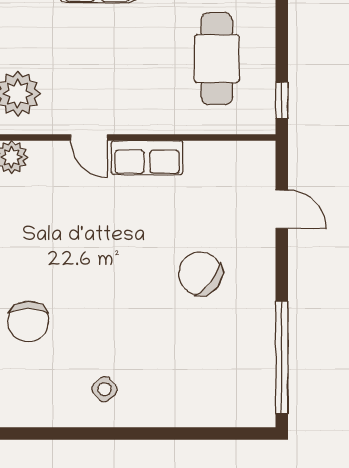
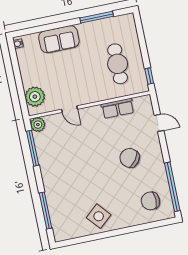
row of seats: (147, 158) -> (118, 108), moved
chair: (28, 322) -> (150, 201), moved, turned 90
side table: (105, 389) -> (99, 216), width x1.87, depth x1.87

